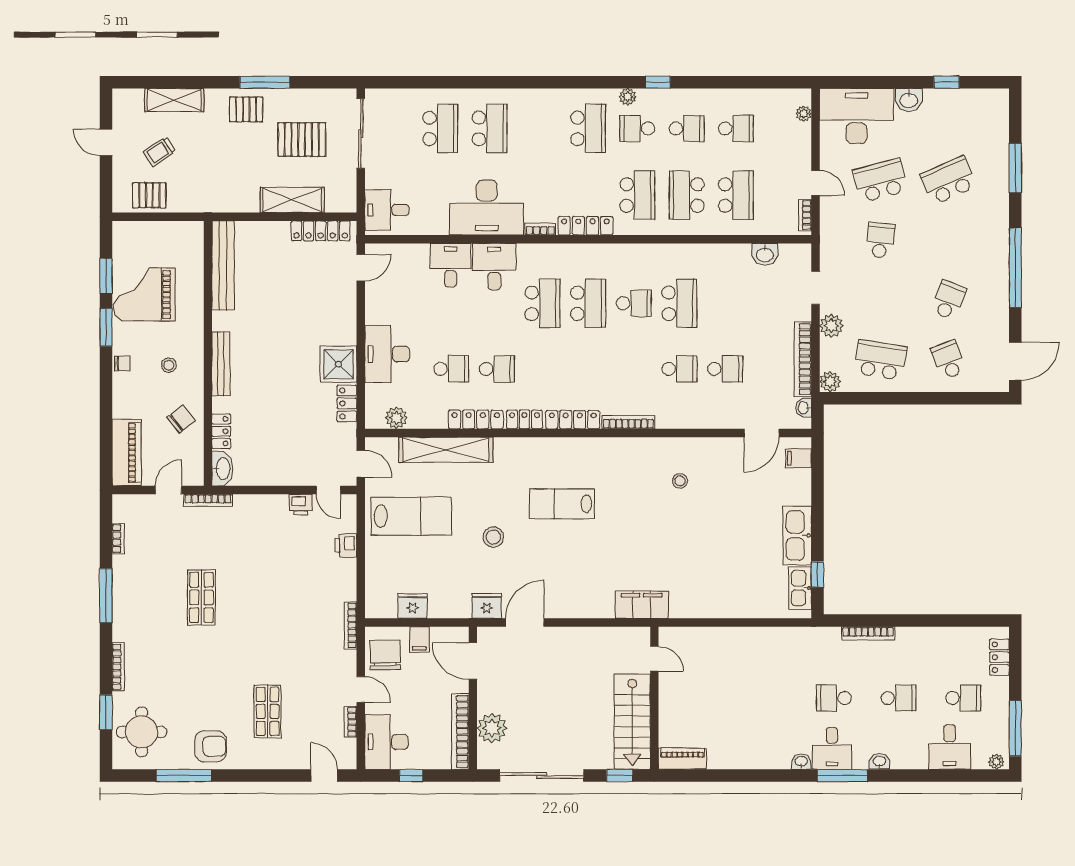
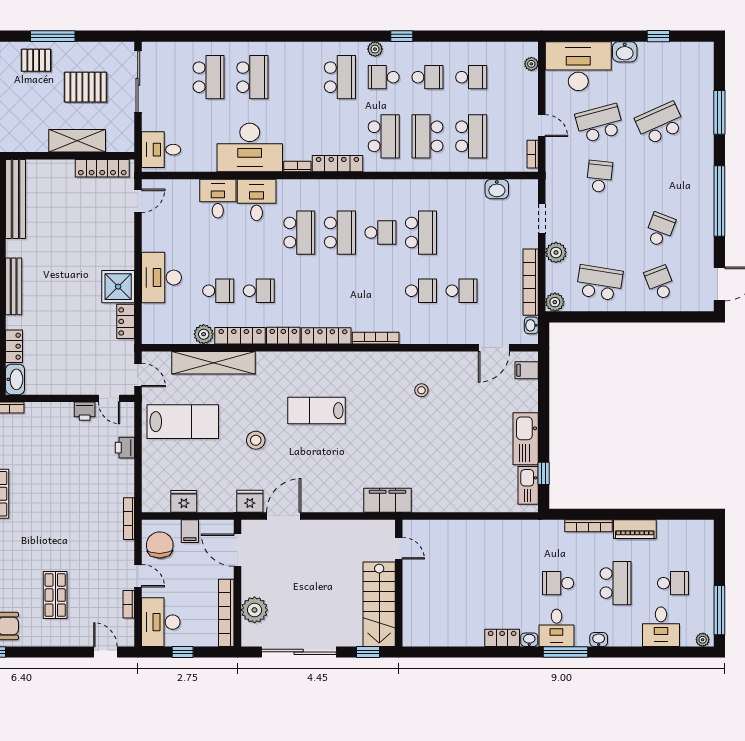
plant: (396, 418) -> (204, 334), moved
locker: (999, 657) -> (502, 638), moved, turned 90
school desk: (898, 698) -> (616, 583), width x1.85
piano: (682, 759) -> (635, 529), moved, turned 180

